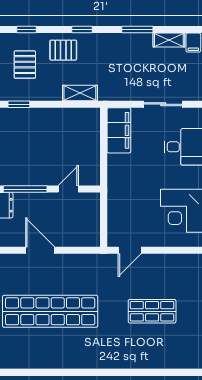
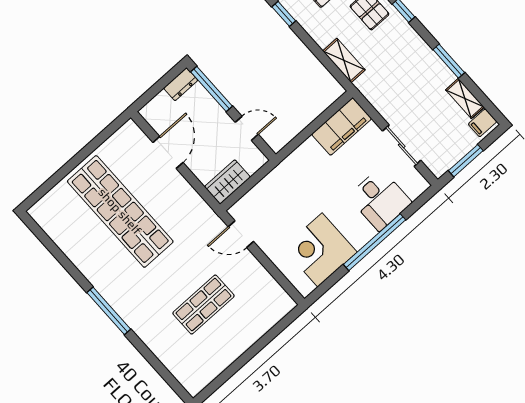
wardrobe: (90, 230) -> (227, 182), added
shop shelf: (152, 311) -> (203, 305), turned 90
window: (104, 372) -> (109, 311), added

